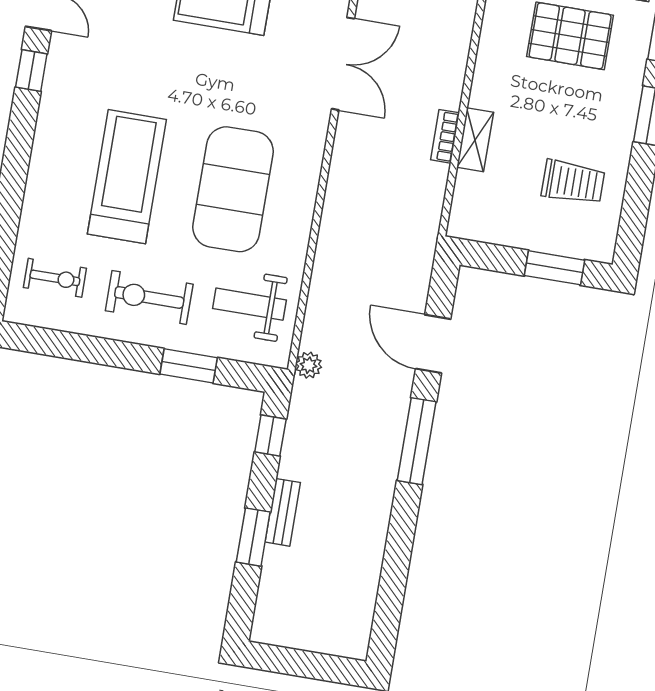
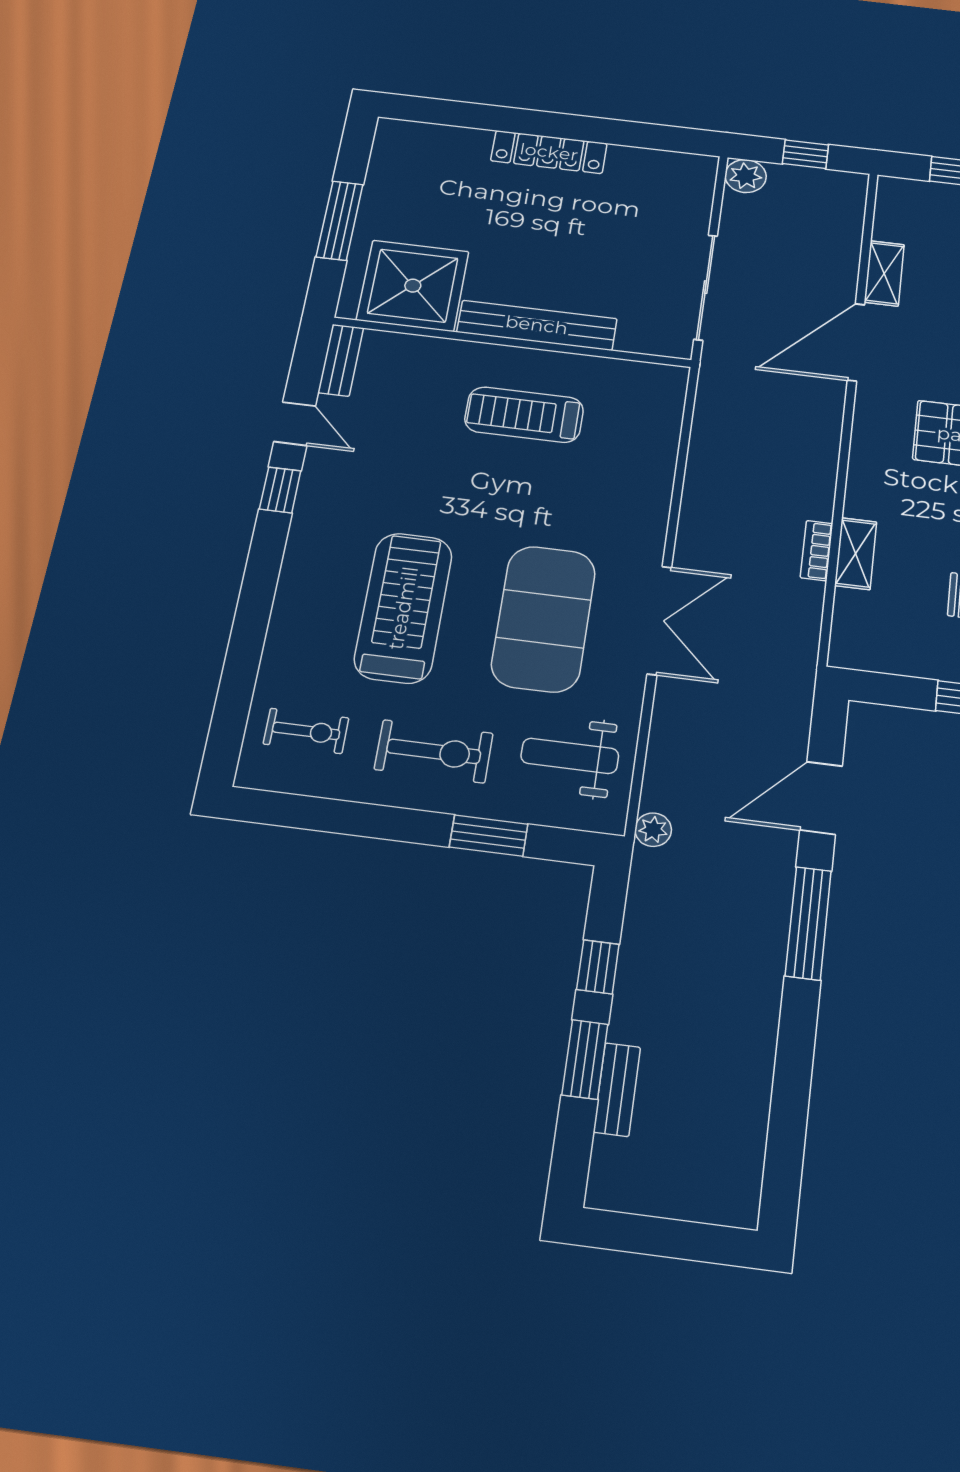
double door: (343, 64) -> (659, 620), moved
exercise bike: (149, 297) -> (434, 751), turned 180
door: (433, 344) -> (821, 798), hinge flipped
window: (270, 436) -> (598, 967), moved
bench: (283, 512) -> (617, 1090), moved

